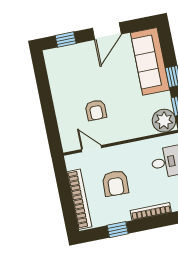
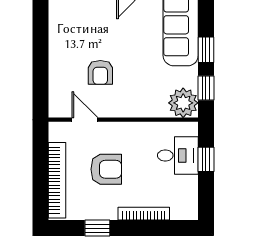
armchair: (115, 183) -> (106, 169), turned -92

